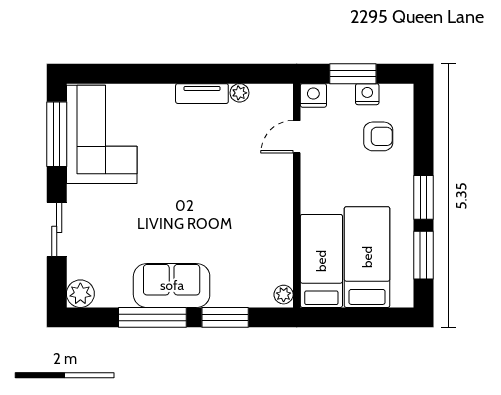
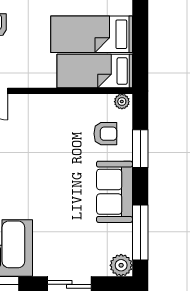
armchair: (244, 274) -> (105, 134), added
window: (152, 317) -> (140, 232), moved

